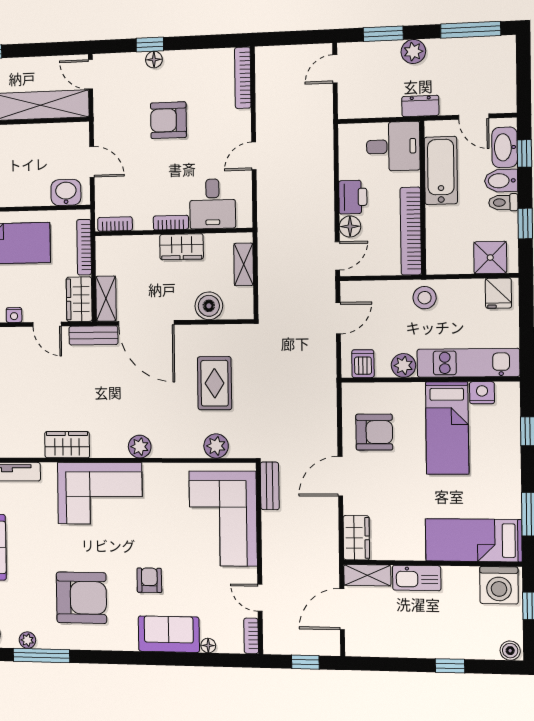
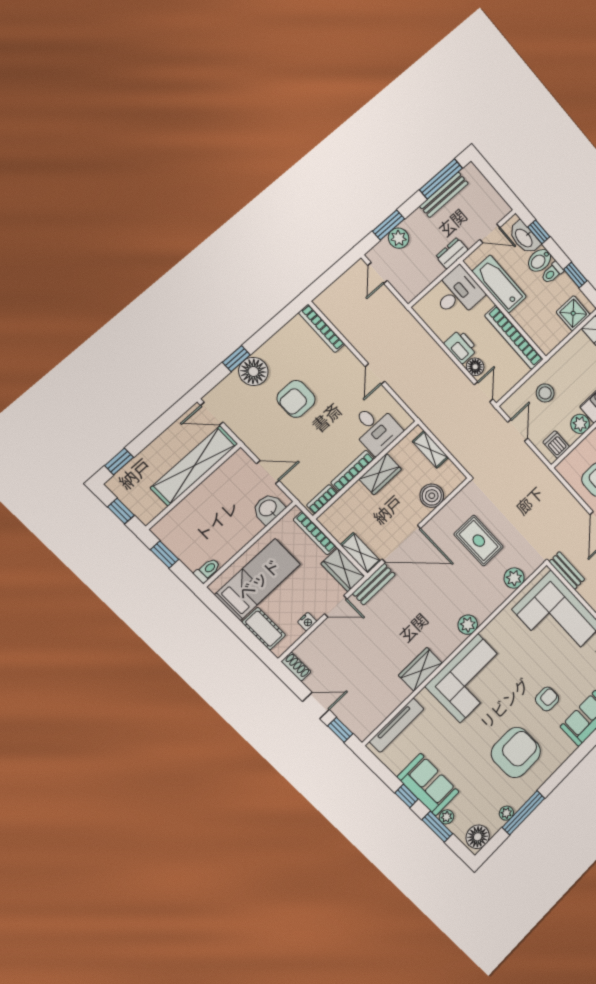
bench: (460, 46) -> (444, 195), added
plant: (413, 52) -> (399, 238), moved
floor lamp: (154, 60) -> (253, 371), width x1.89, depth x1.89
bookcase: (171, 223) -> (353, 471), width x1.56
stool: (425, 298) -> (545, 393), moved
armchair: (149, 580) -> (547, 699), turned 90

